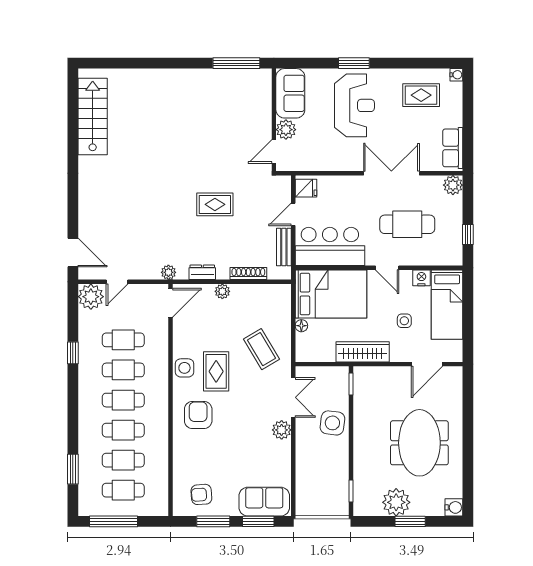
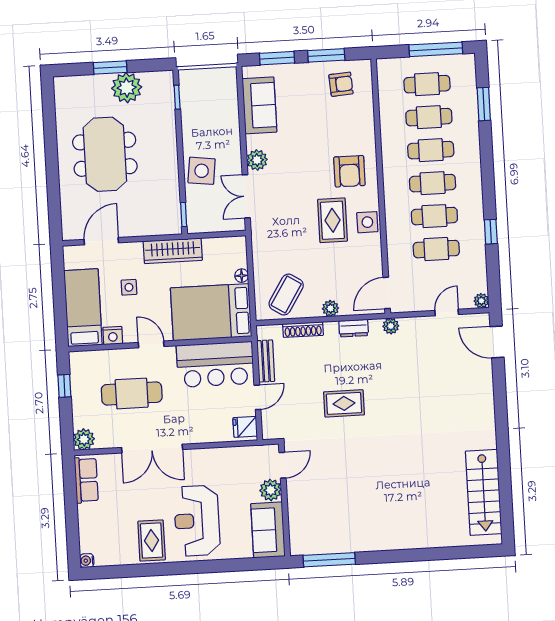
window: (354, 63) -> (200, 567), removed
rug: (421, 95) -> (152, 541), moved, turned 90
plant: (91, 297) -> (481, 301), width x0.53, depth x0.53
coffee table: (261, 349) -> (286, 295), moved, turned 63
sofa: (264, 502) -> (259, 105), moved, turned -90
water cooler: (454, 507) -> (63, 86), removed

